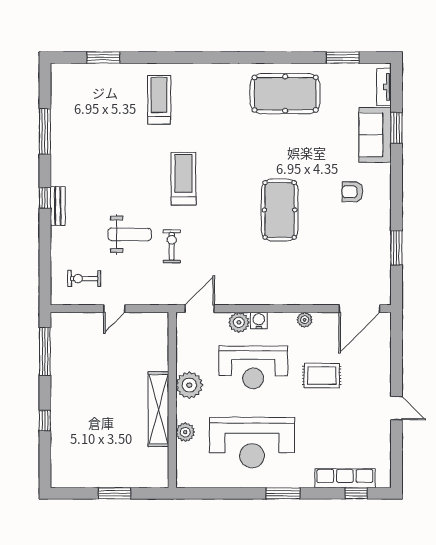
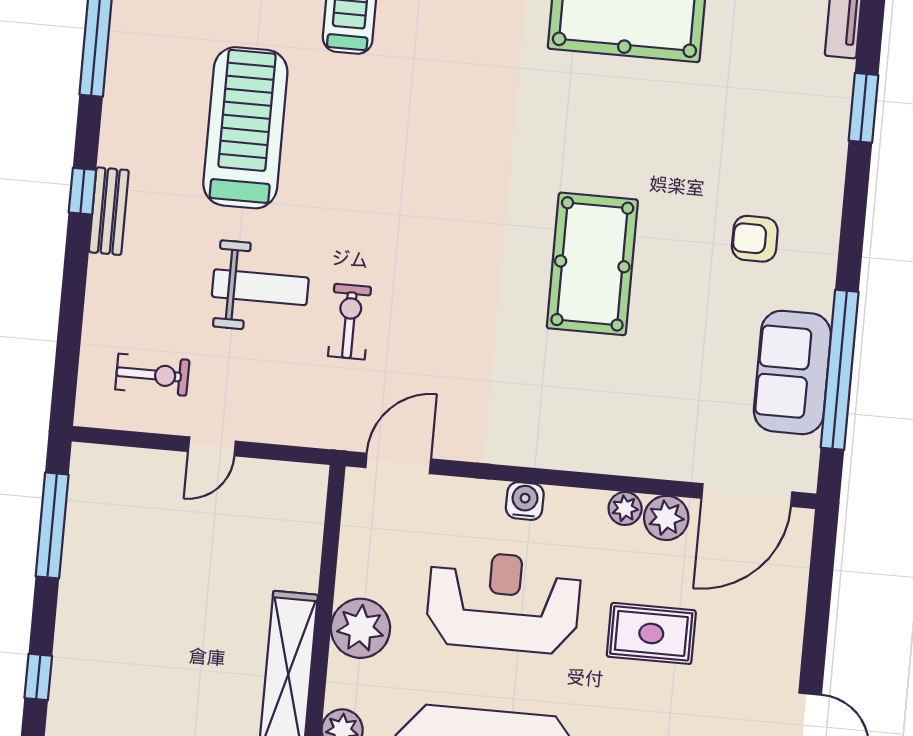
sofa: (375, 135) -> (792, 372), moved
treadmill: (183, 179) -> (245, 128), moved, width x1.37, depth x1.37
window: (396, 248) -> (840, 370), width x2.11
exercise bike: (84, 279) -> (152, 375), turned 180
plant: (239, 322) -> (666, 518), moved
reception desk: (253, 367) -> (503, 602), turned 180

